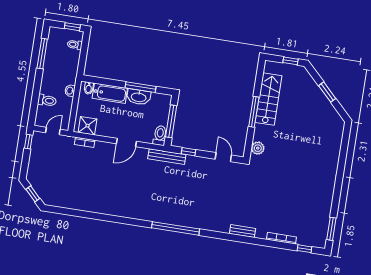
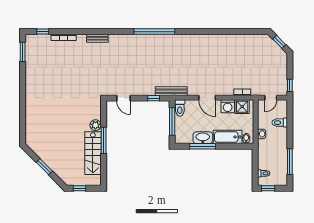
washing machine: (104, 129) -> (228, 106), added
door: (126, 143) -> (207, 98), swing flipped
plant: (258, 148) -> (95, 125), moved

